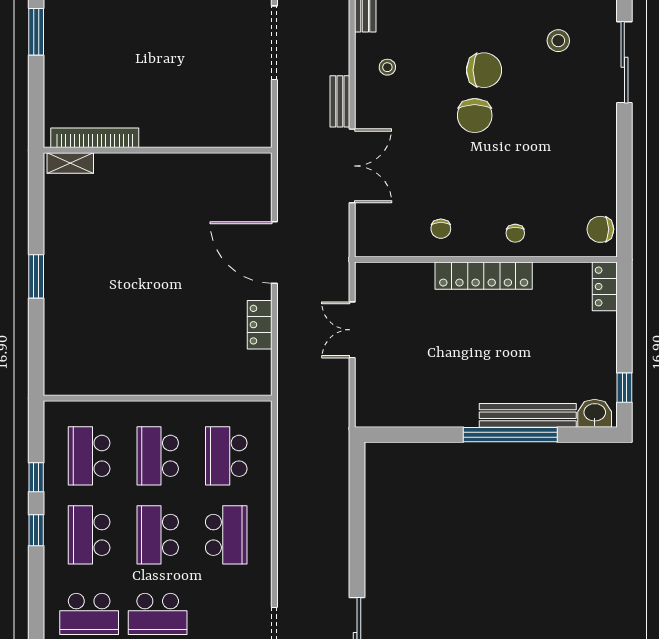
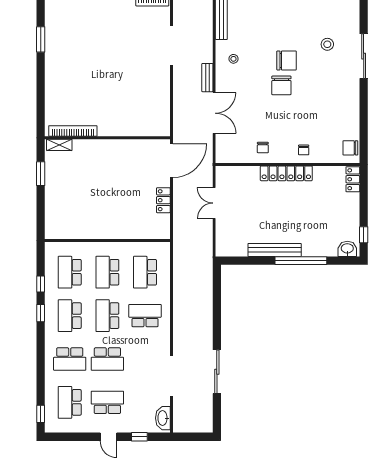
bookcase: (95, 138) -> (73, 131), moved
wall: (158, 150) -> (107, 138), moved
shelving: (70, 163) -> (59, 145), moved
door: (274, 253) -> (171, 161), swing flipped
bench: (528, 415) -> (275, 250), moved
school desk: (226, 535) -> (145, 316), turned -90

